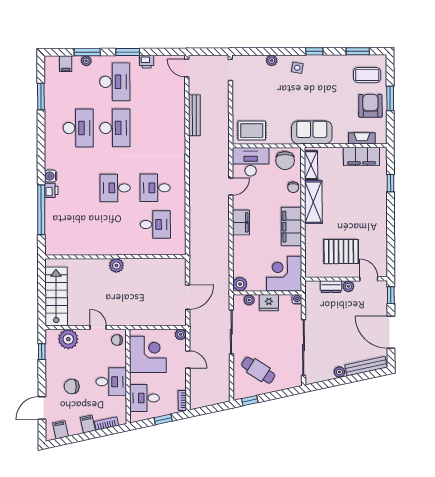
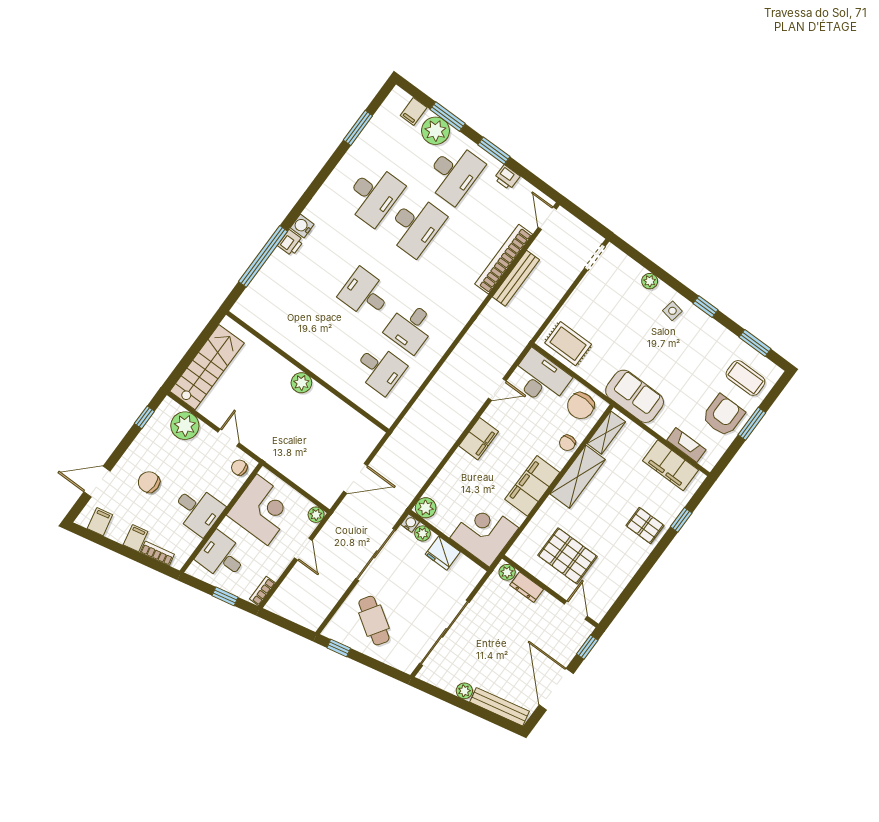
plant: (86, 61) -> (435, 131), width x1.88, depth x1.88
bookcase: (179, 110) -> (504, 259), added
desk: (155, 188) -> (411, 327), turned -90
pallet: (372, 201) -> (645, 525), added
plant: (348, 286) -> (507, 572), moved
water cooler: (297, 299) -> (410, 523), moved

